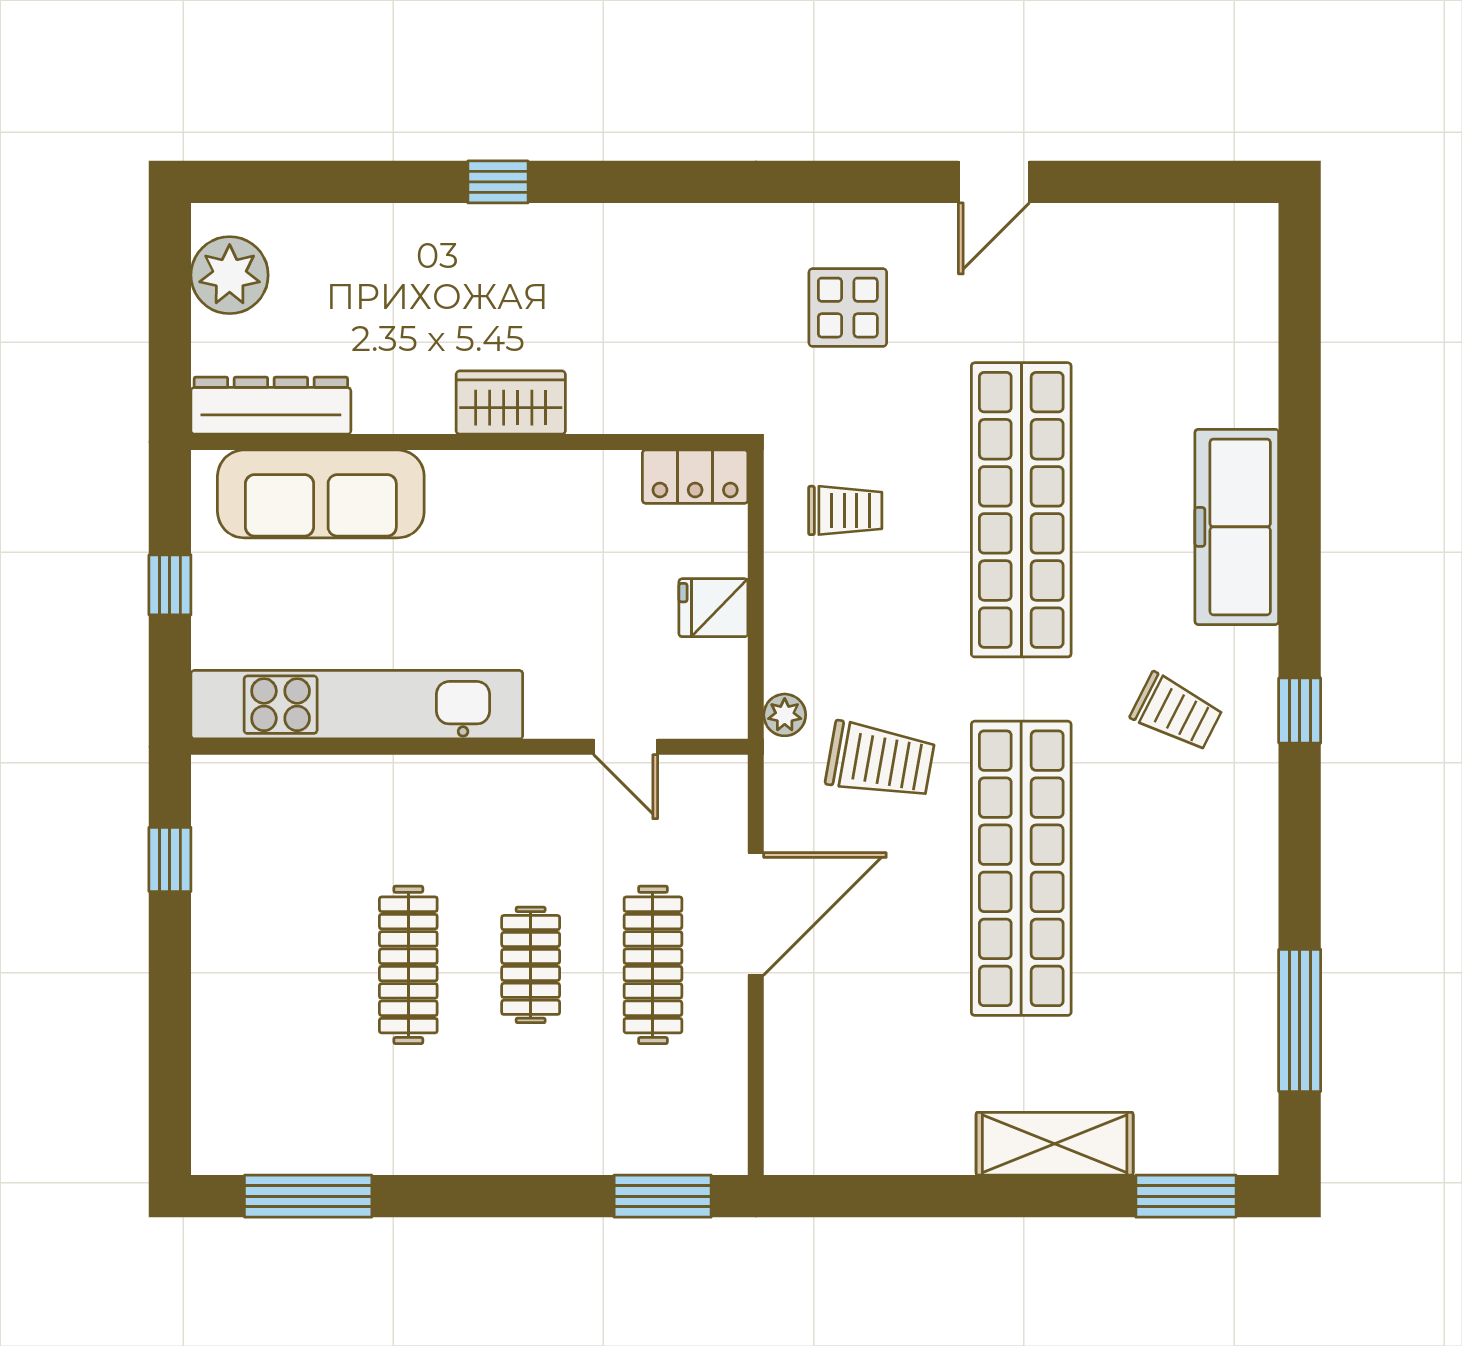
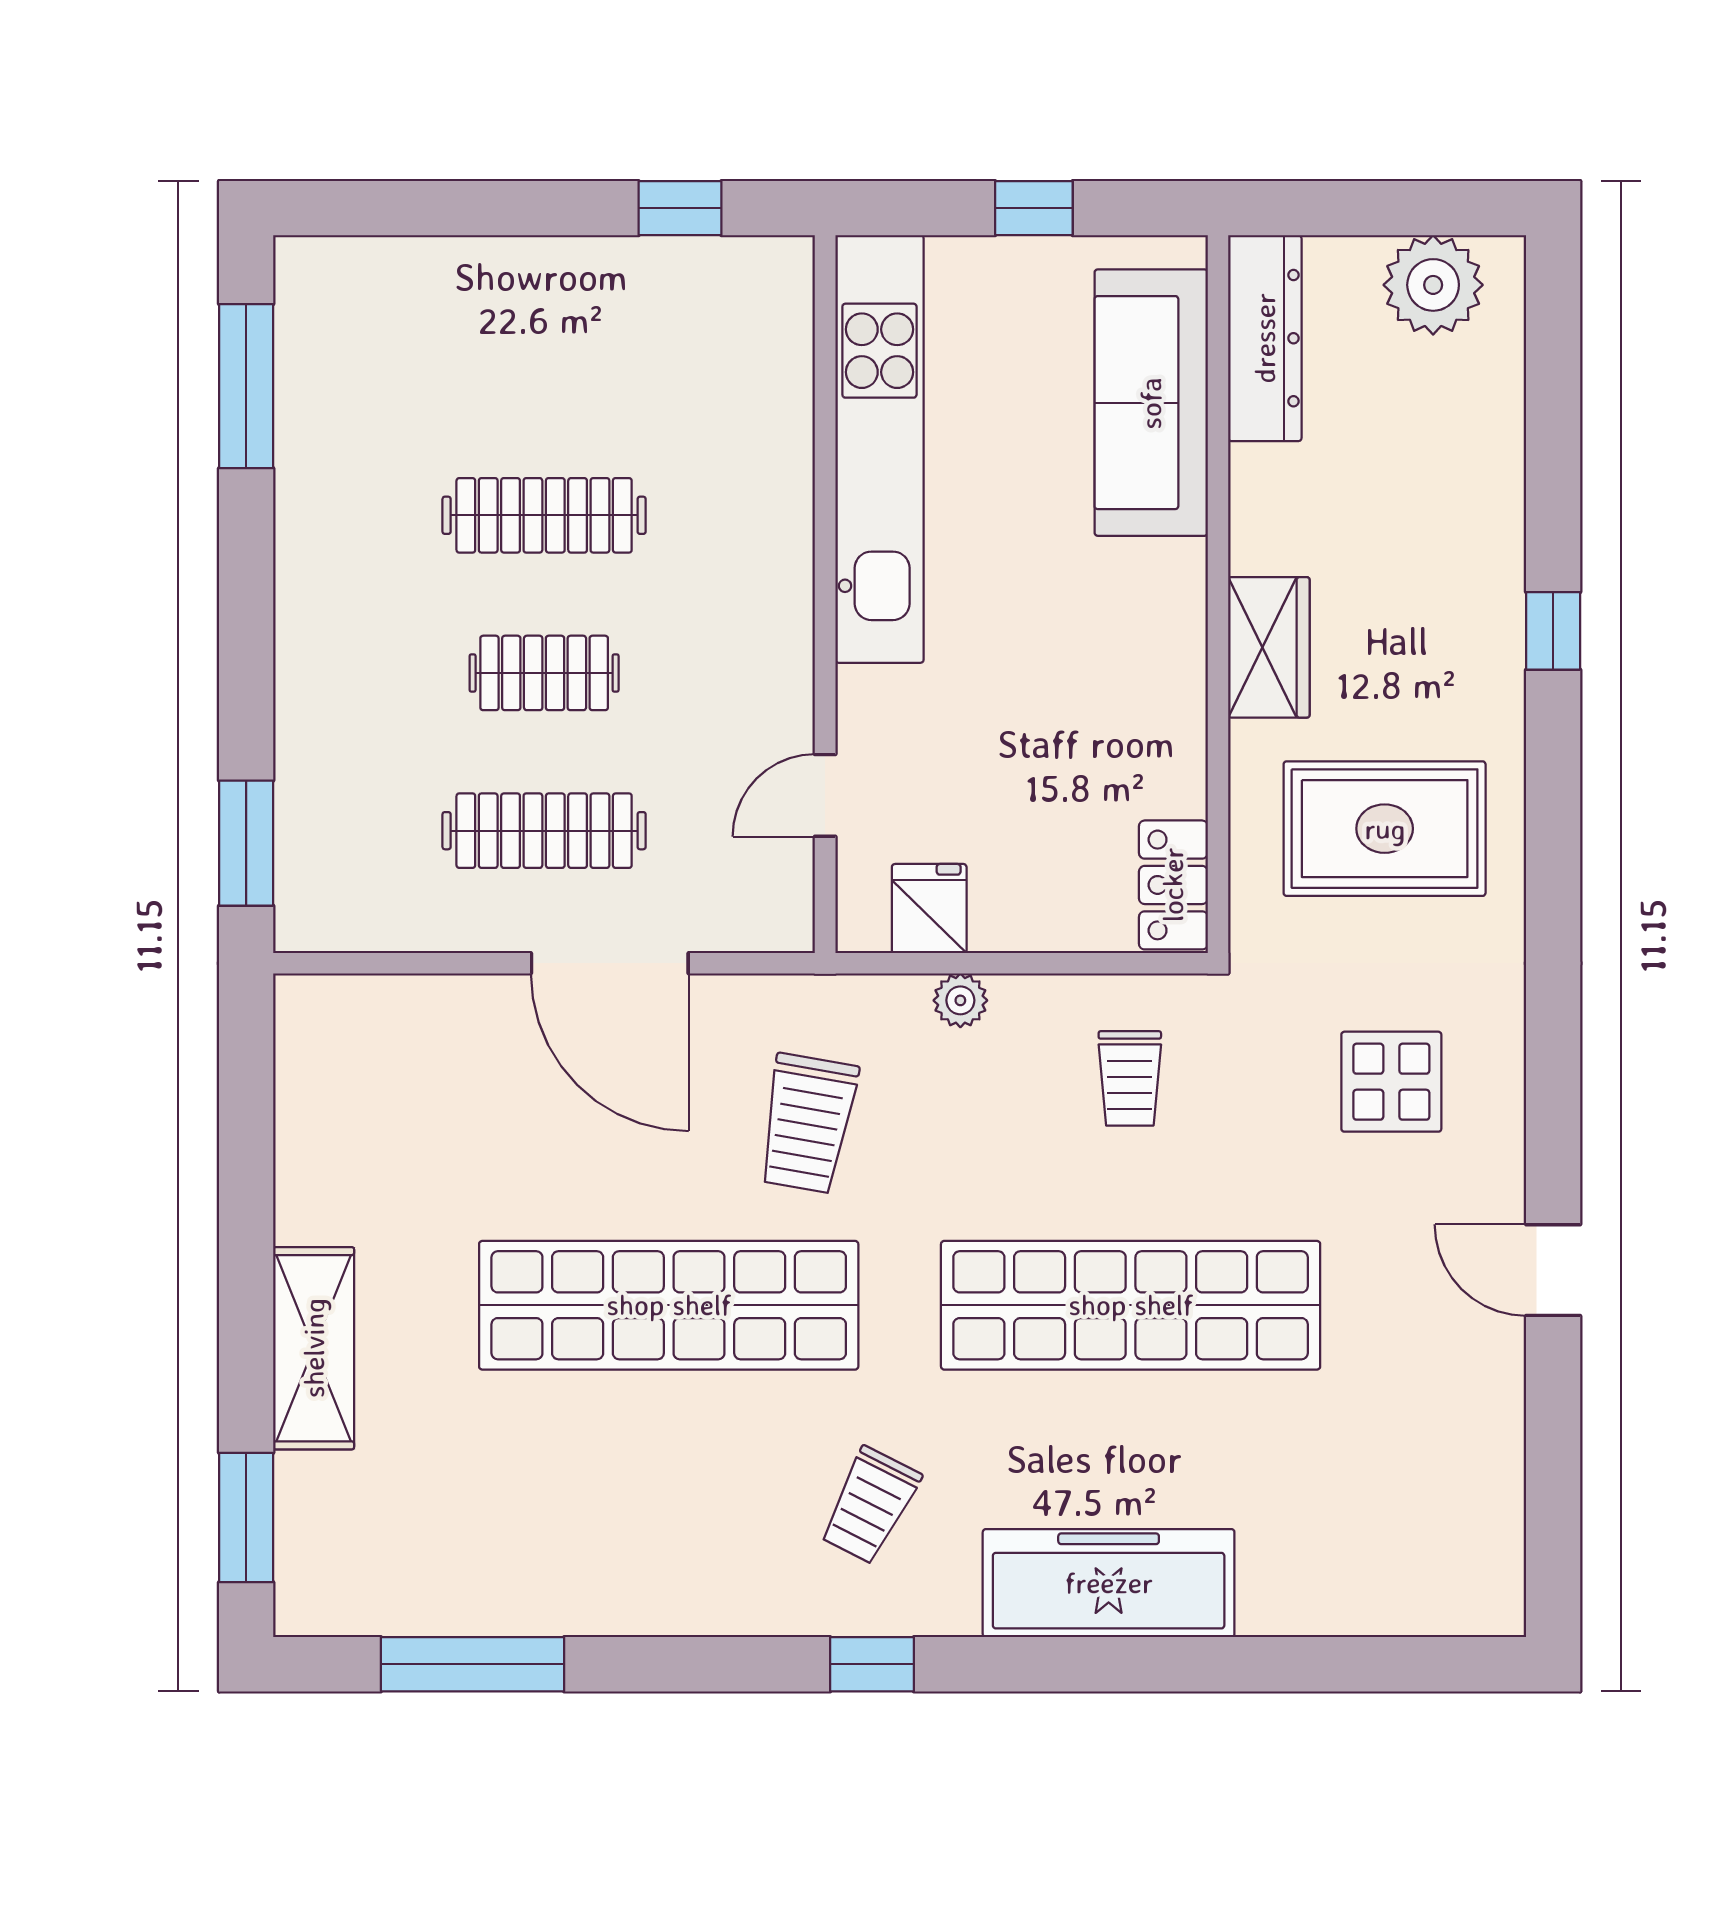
rug: (651, 313) -> (1385, 829), added
fridge: (713, 608) -> (929, 909), moved
plant: (785, 715) -> (960, 1000), moved

